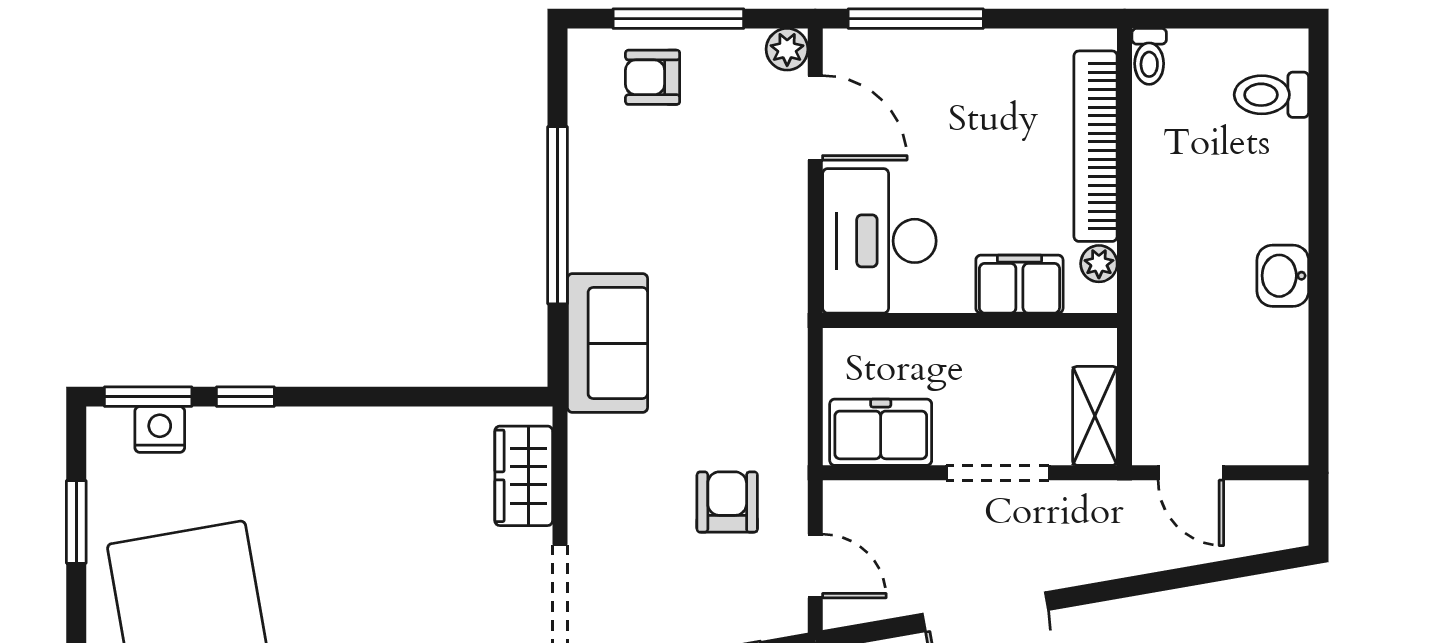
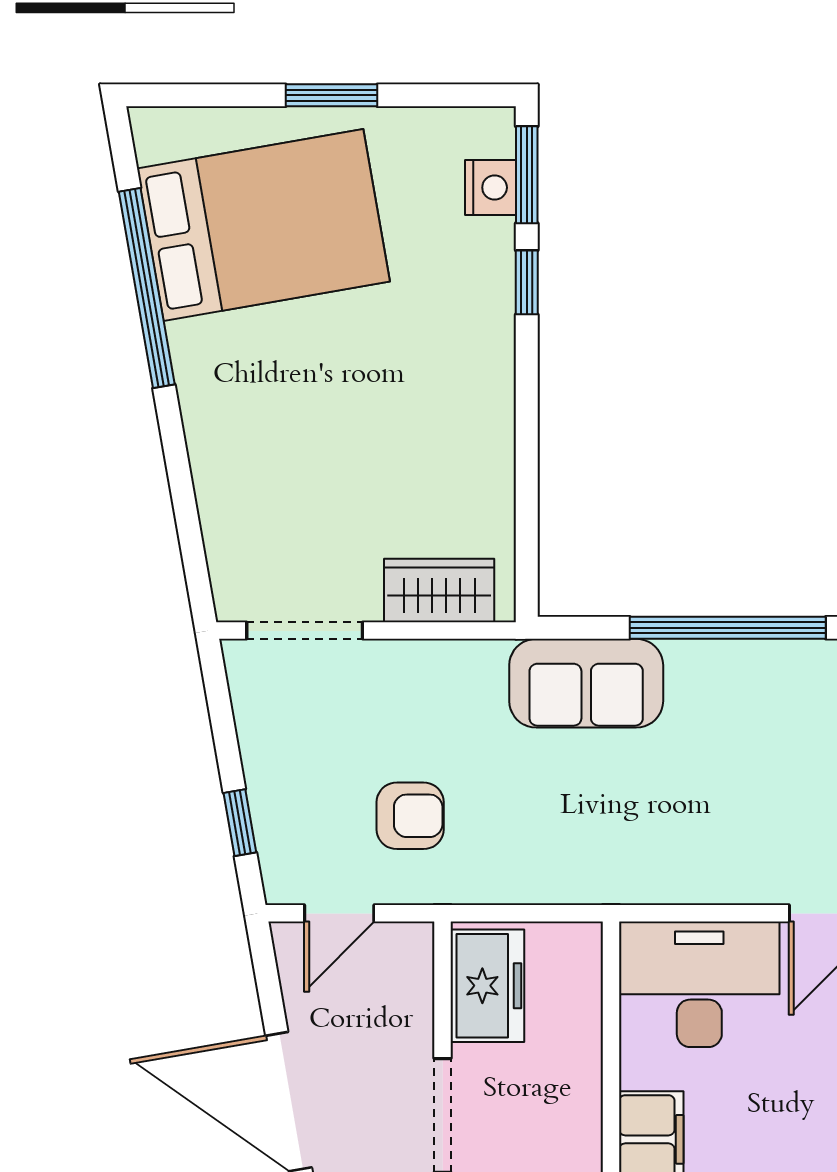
window: (76, 522) -> (332, 95), moved

